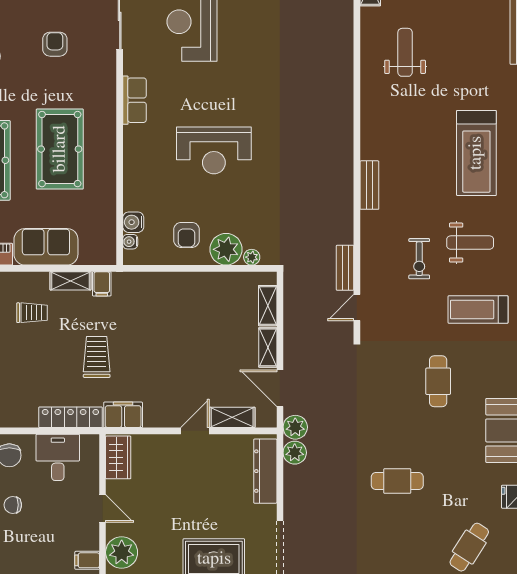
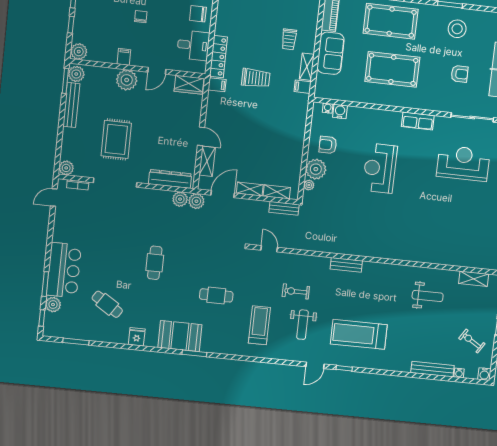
bench: (345, 268) -> (284, 208), moved
filing cabinet: (123, 415) -> (217, 85), width x0.50
chair: (13, 505) -> (141, 17), moved

